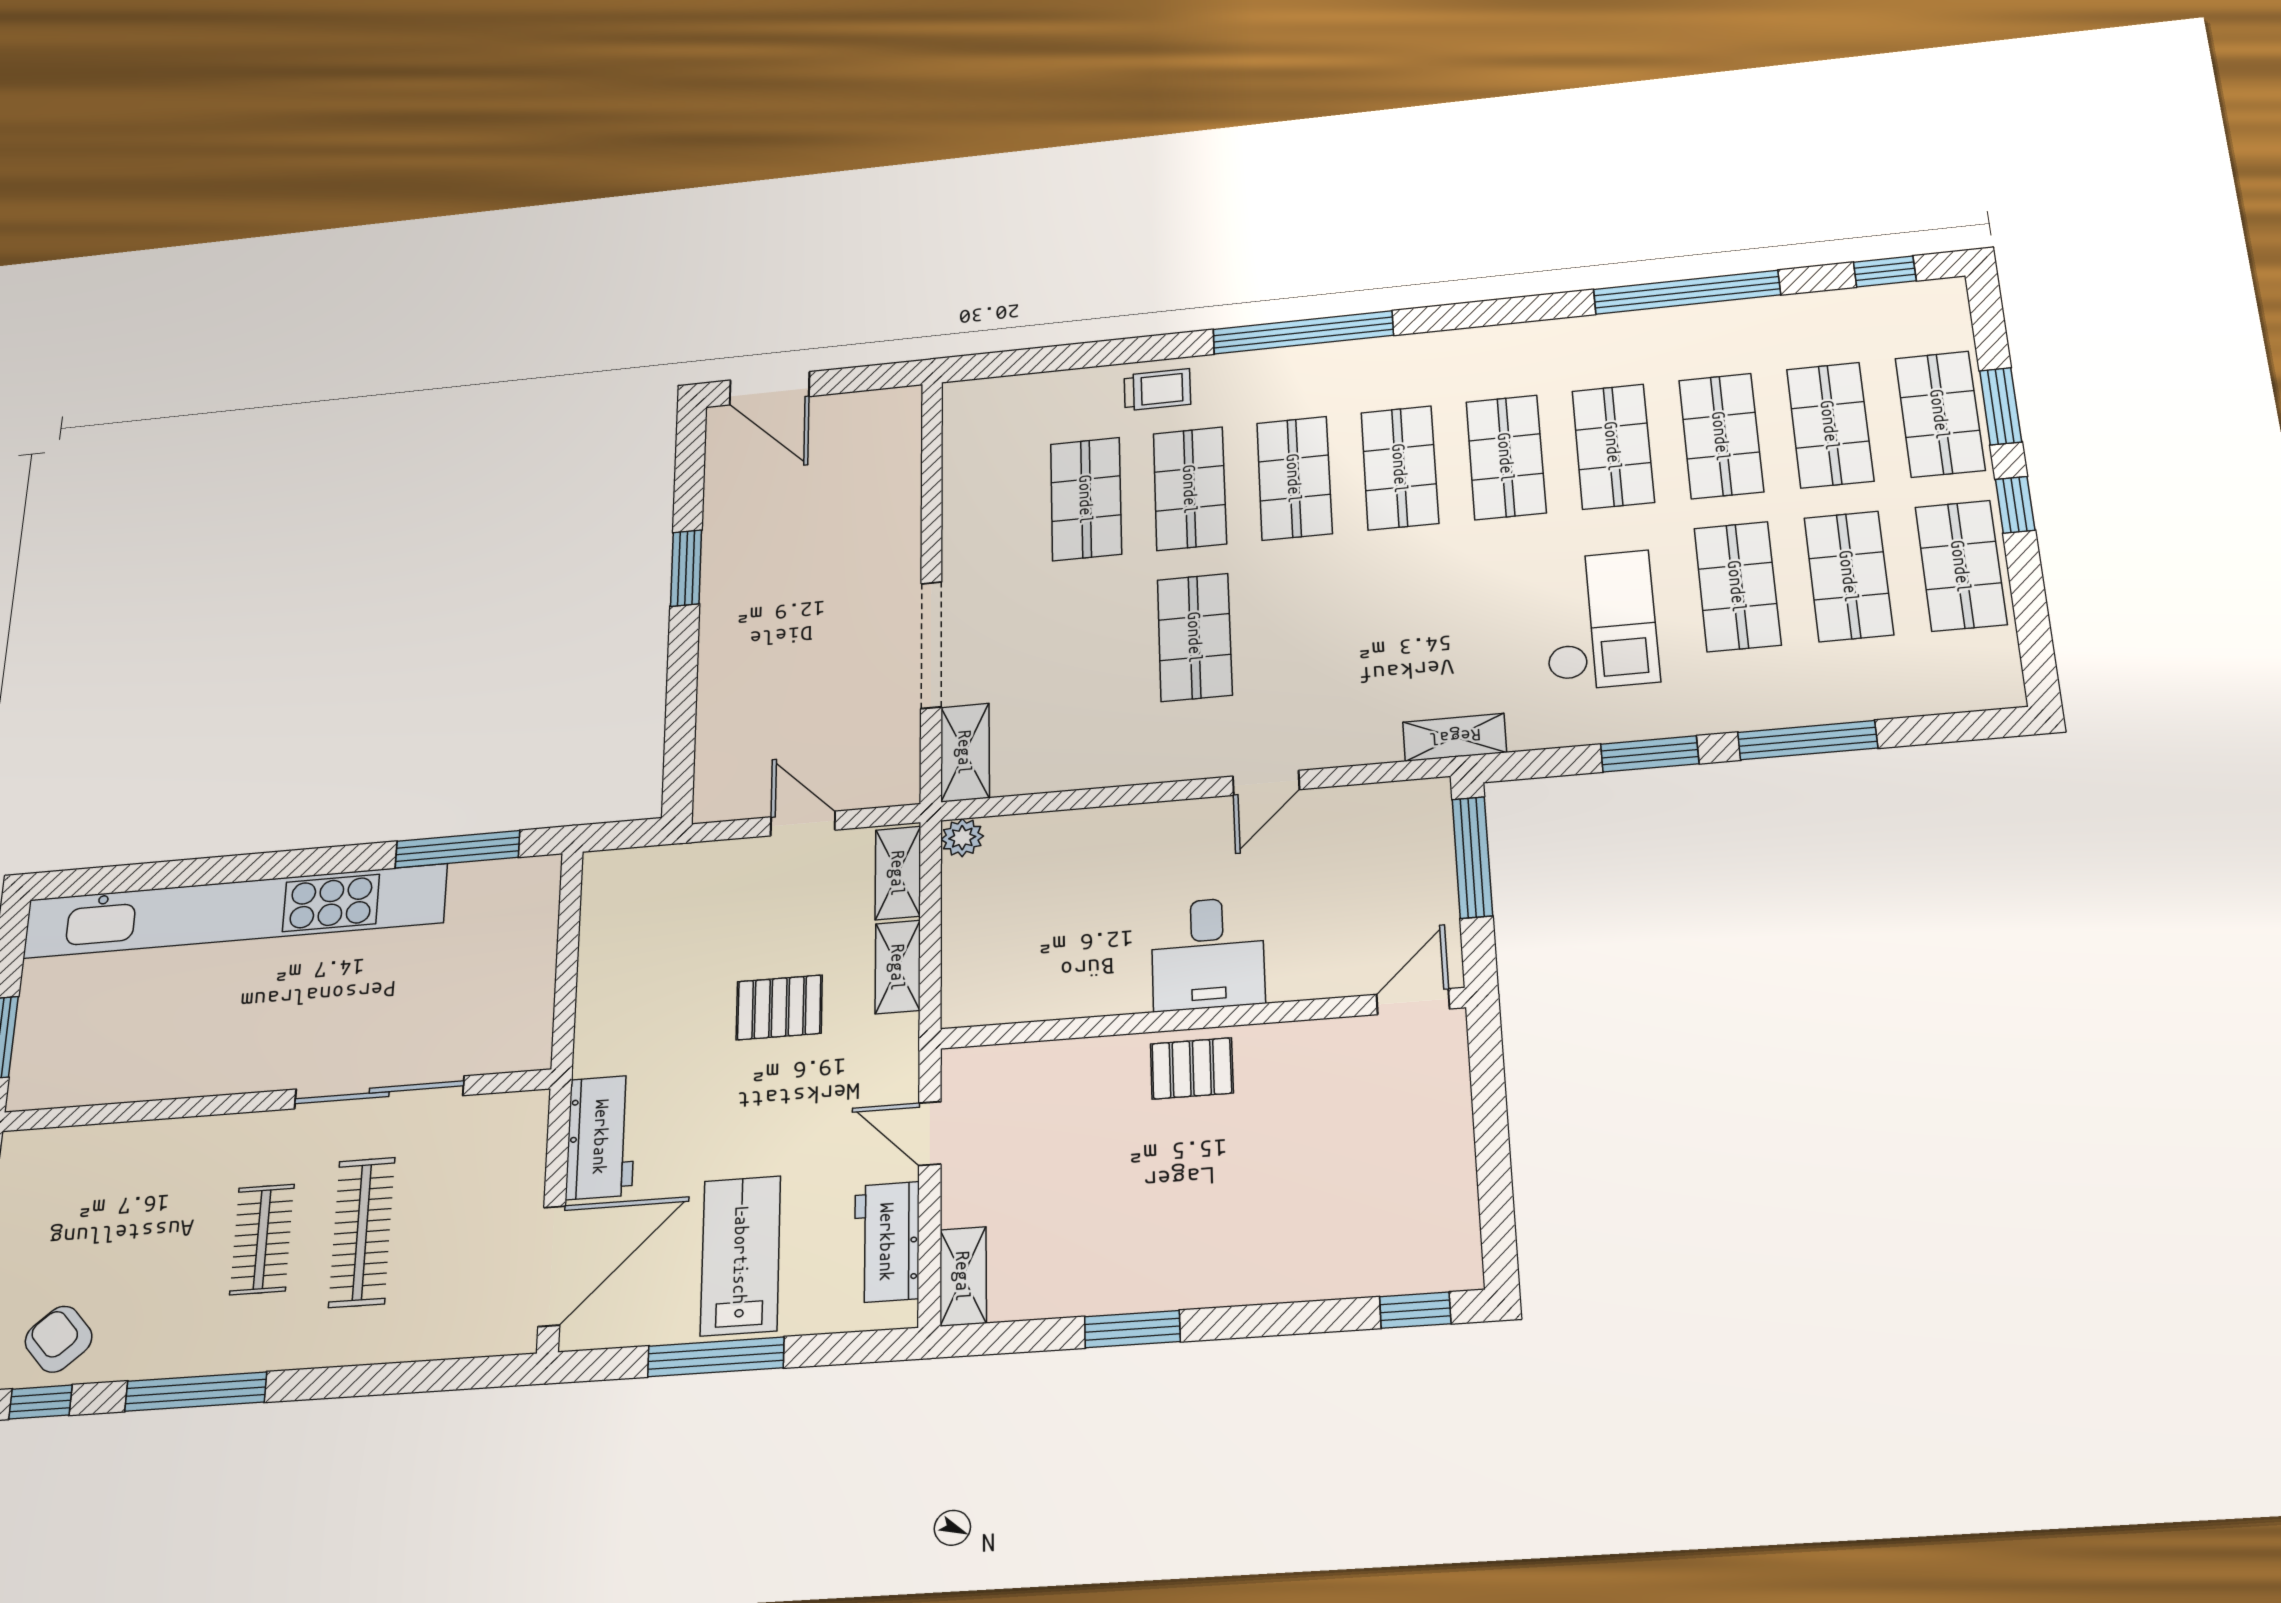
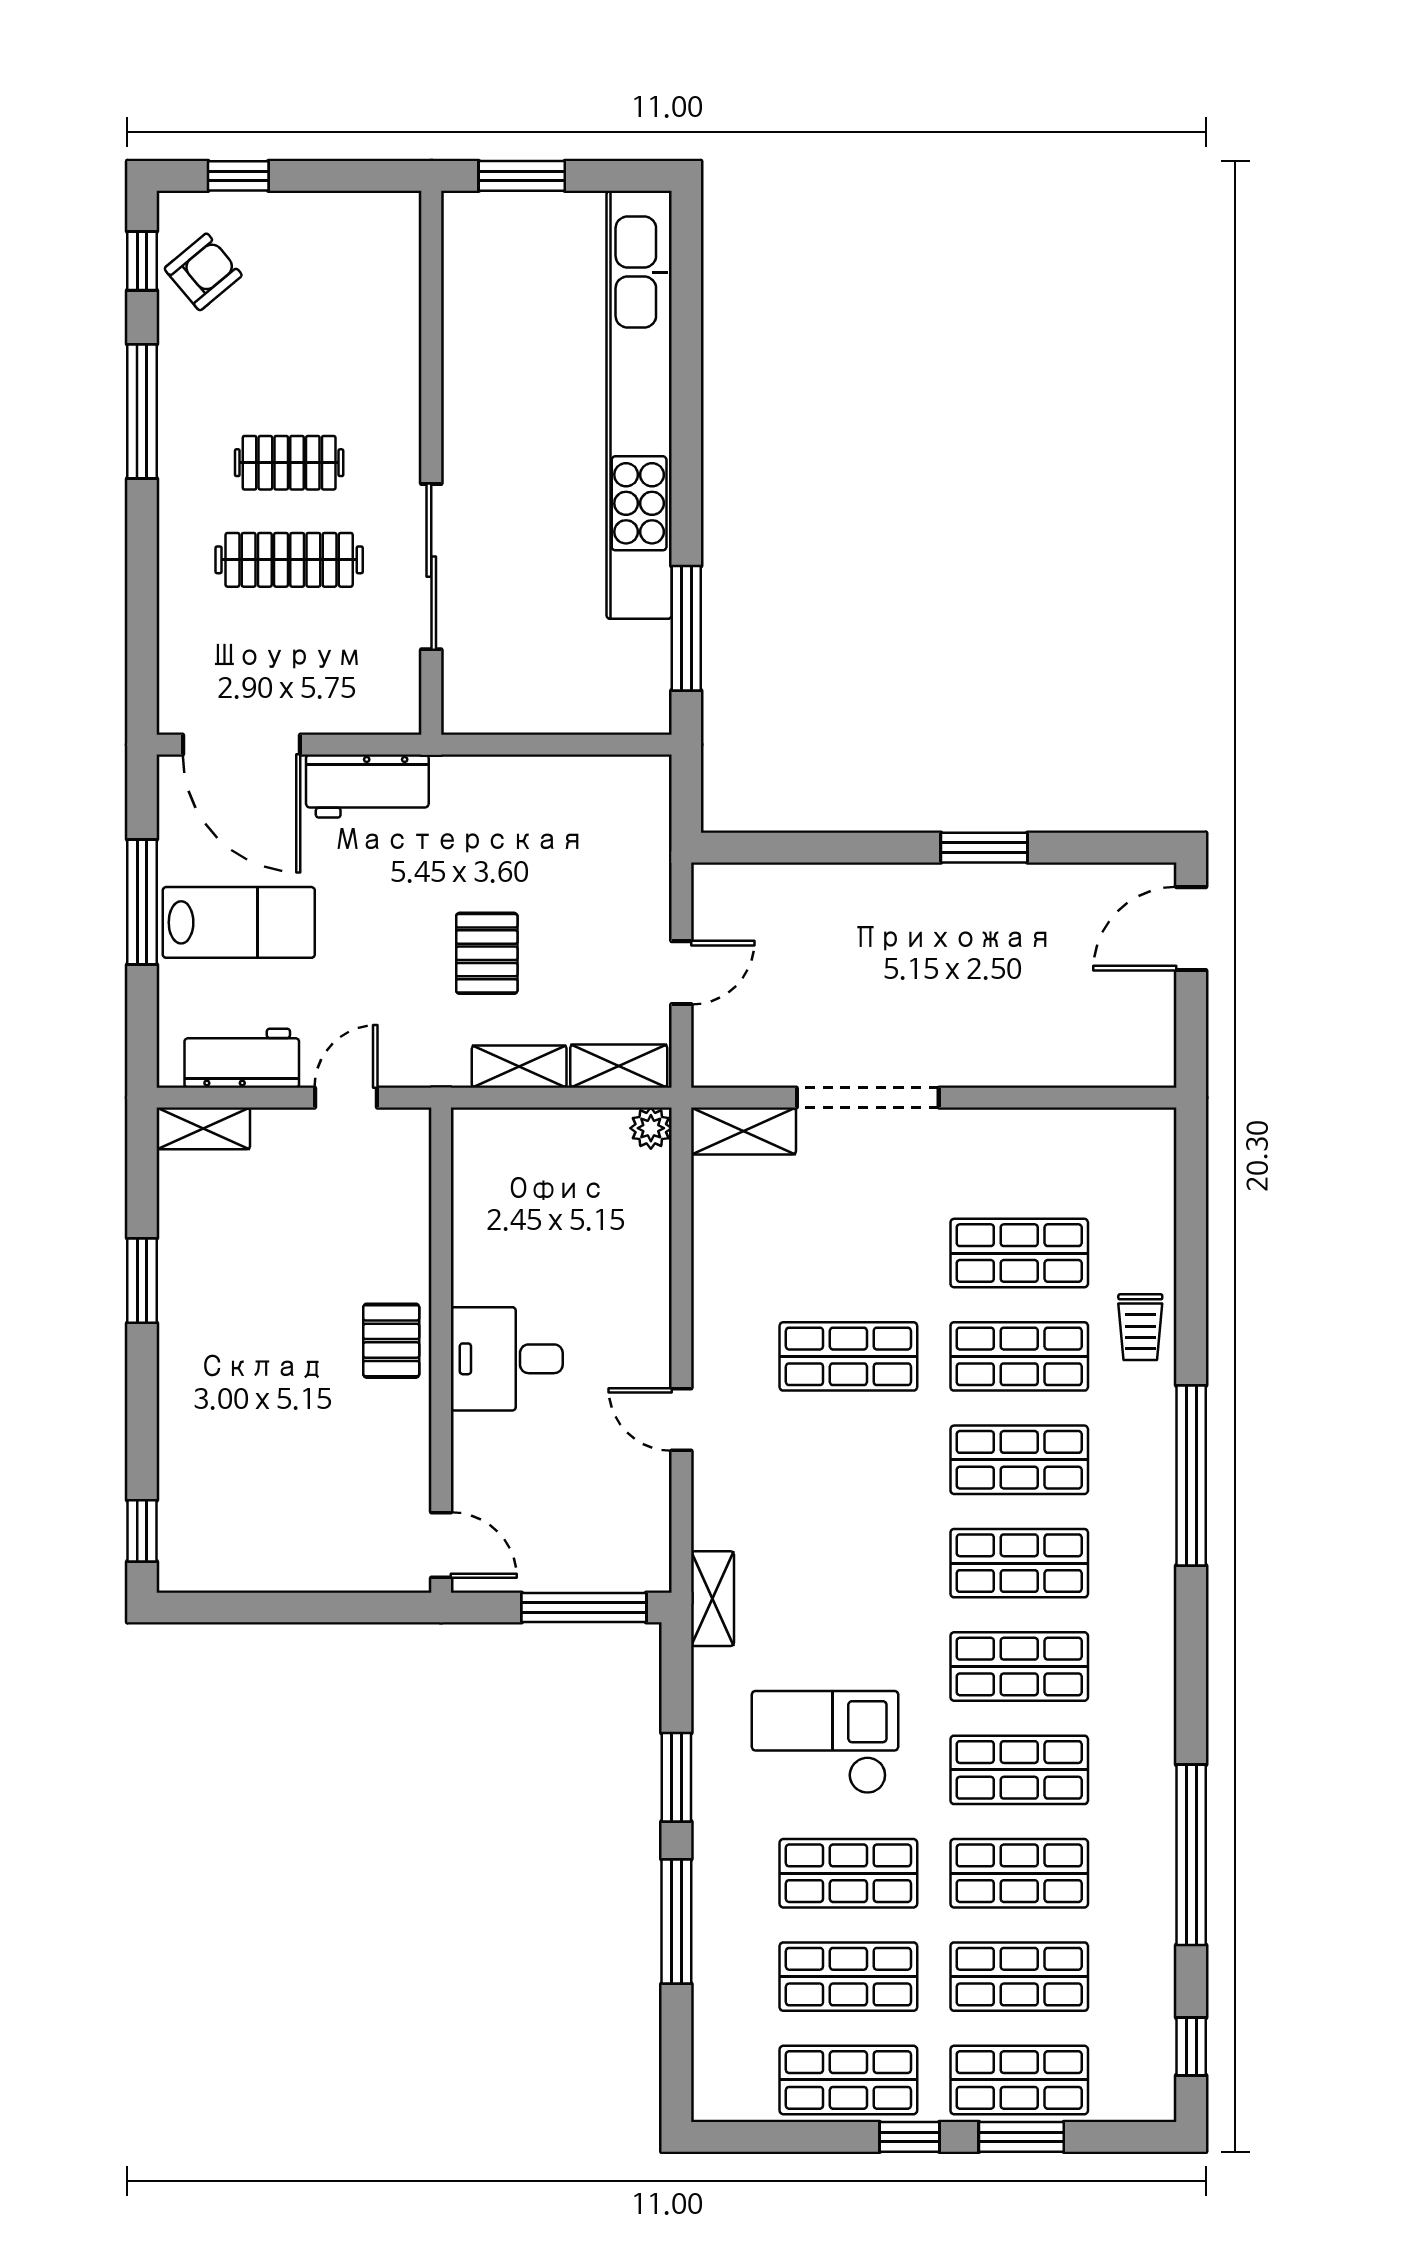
checkout: (1600, 621) -> (825, 1742), turned 180

